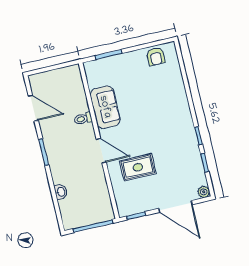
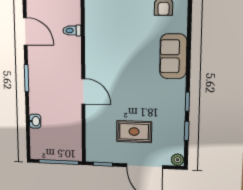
sofa: (105, 107) -> (173, 56), moved, turned 180
toilet: (83, 119) -> (72, 30), moved
rug: (138, 167) -> (134, 132), moved

